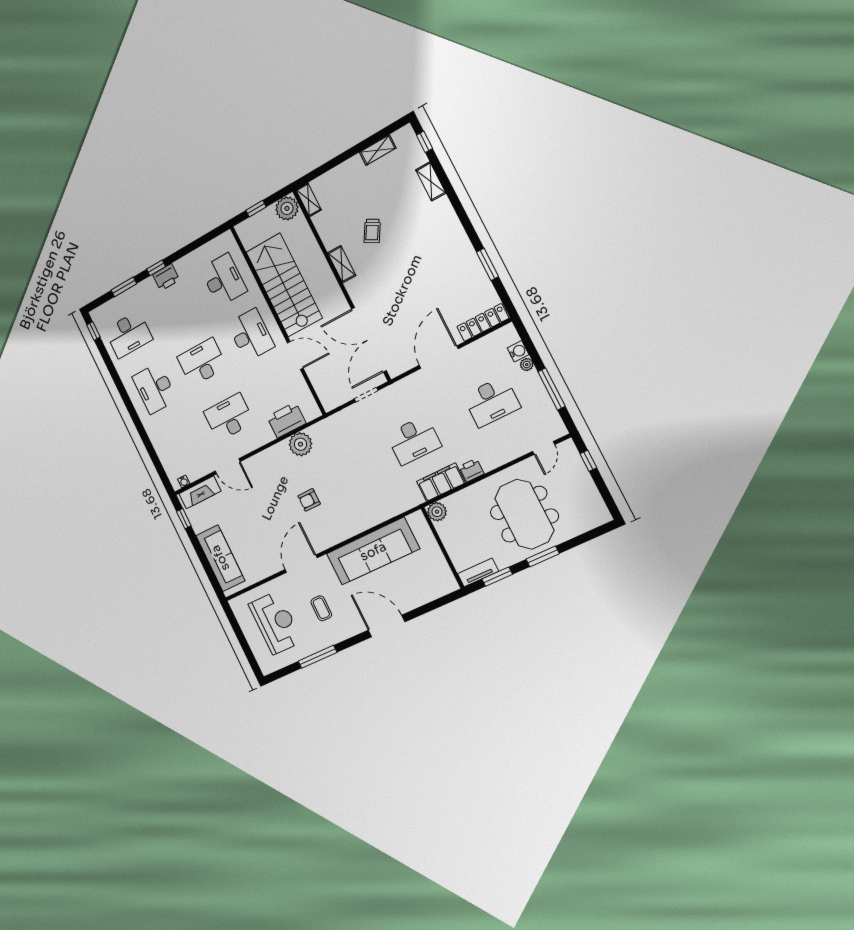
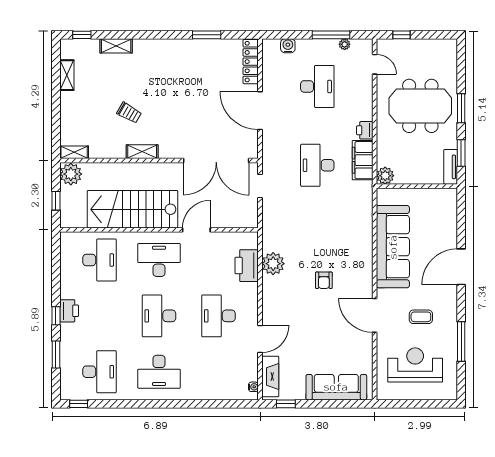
desk: (224, 280) -> (99, 260), turned 90
plant: (527, 365) -> (345, 44), moved
desk: (414, 440) -> (317, 165), turned 180

